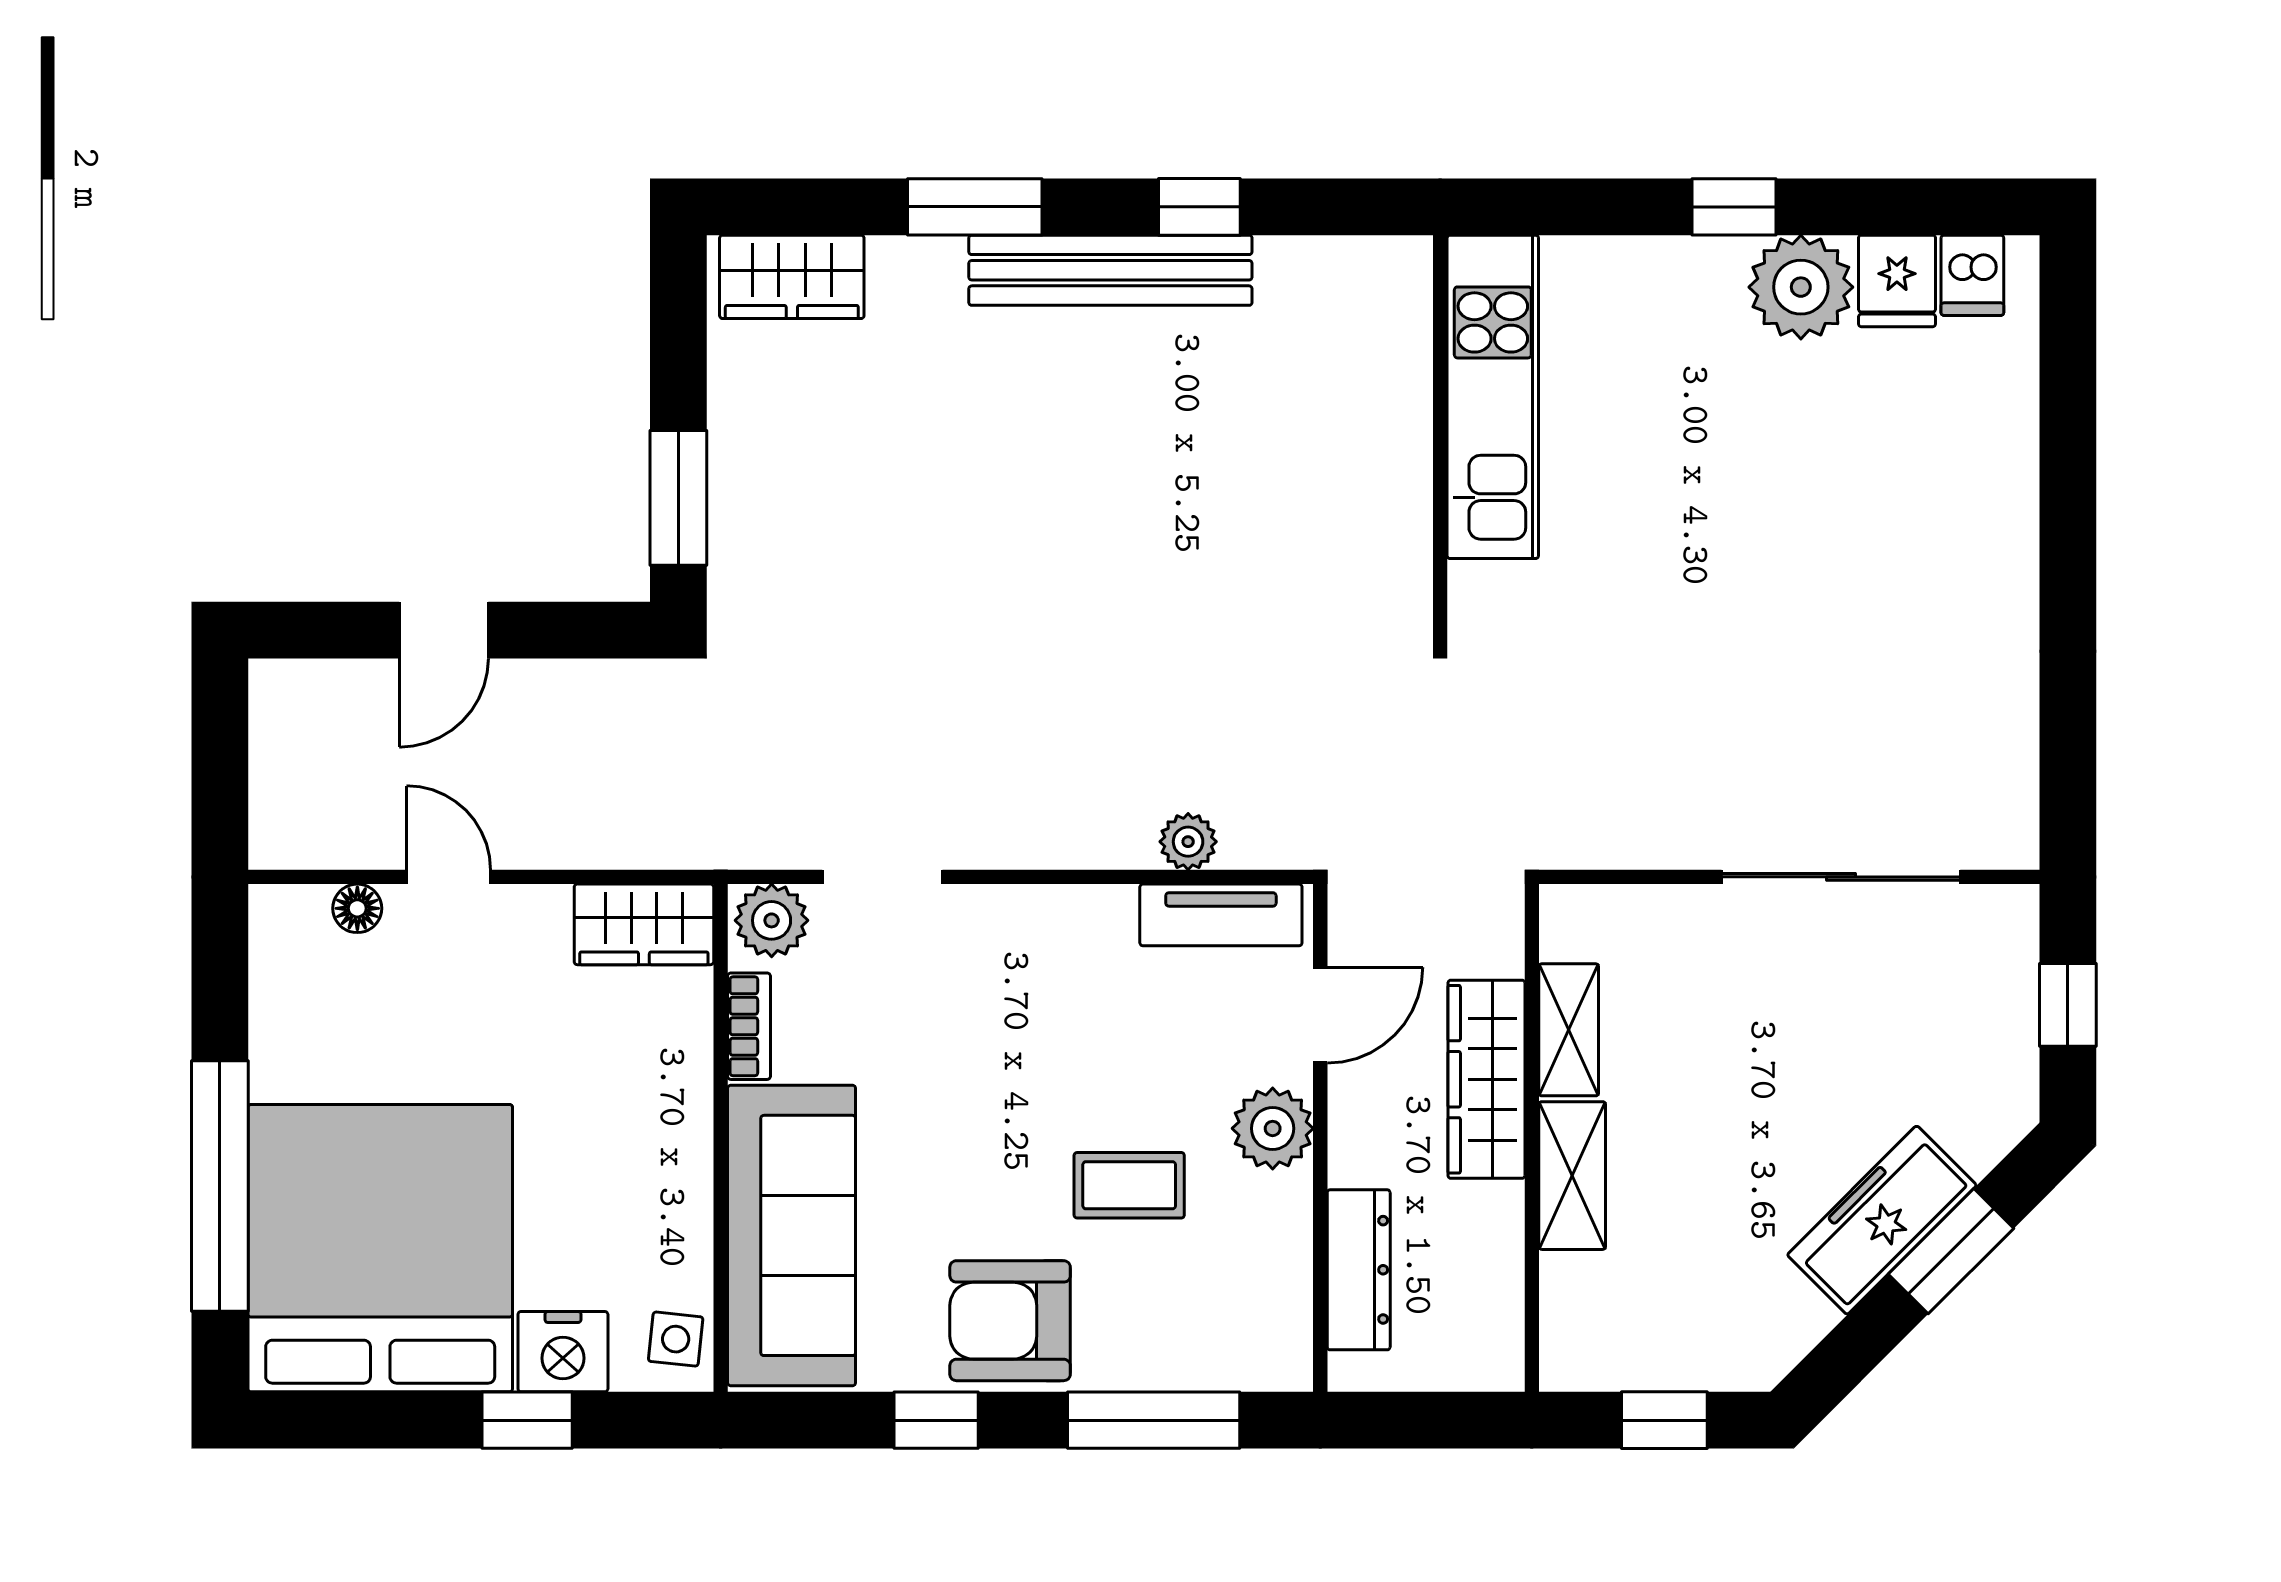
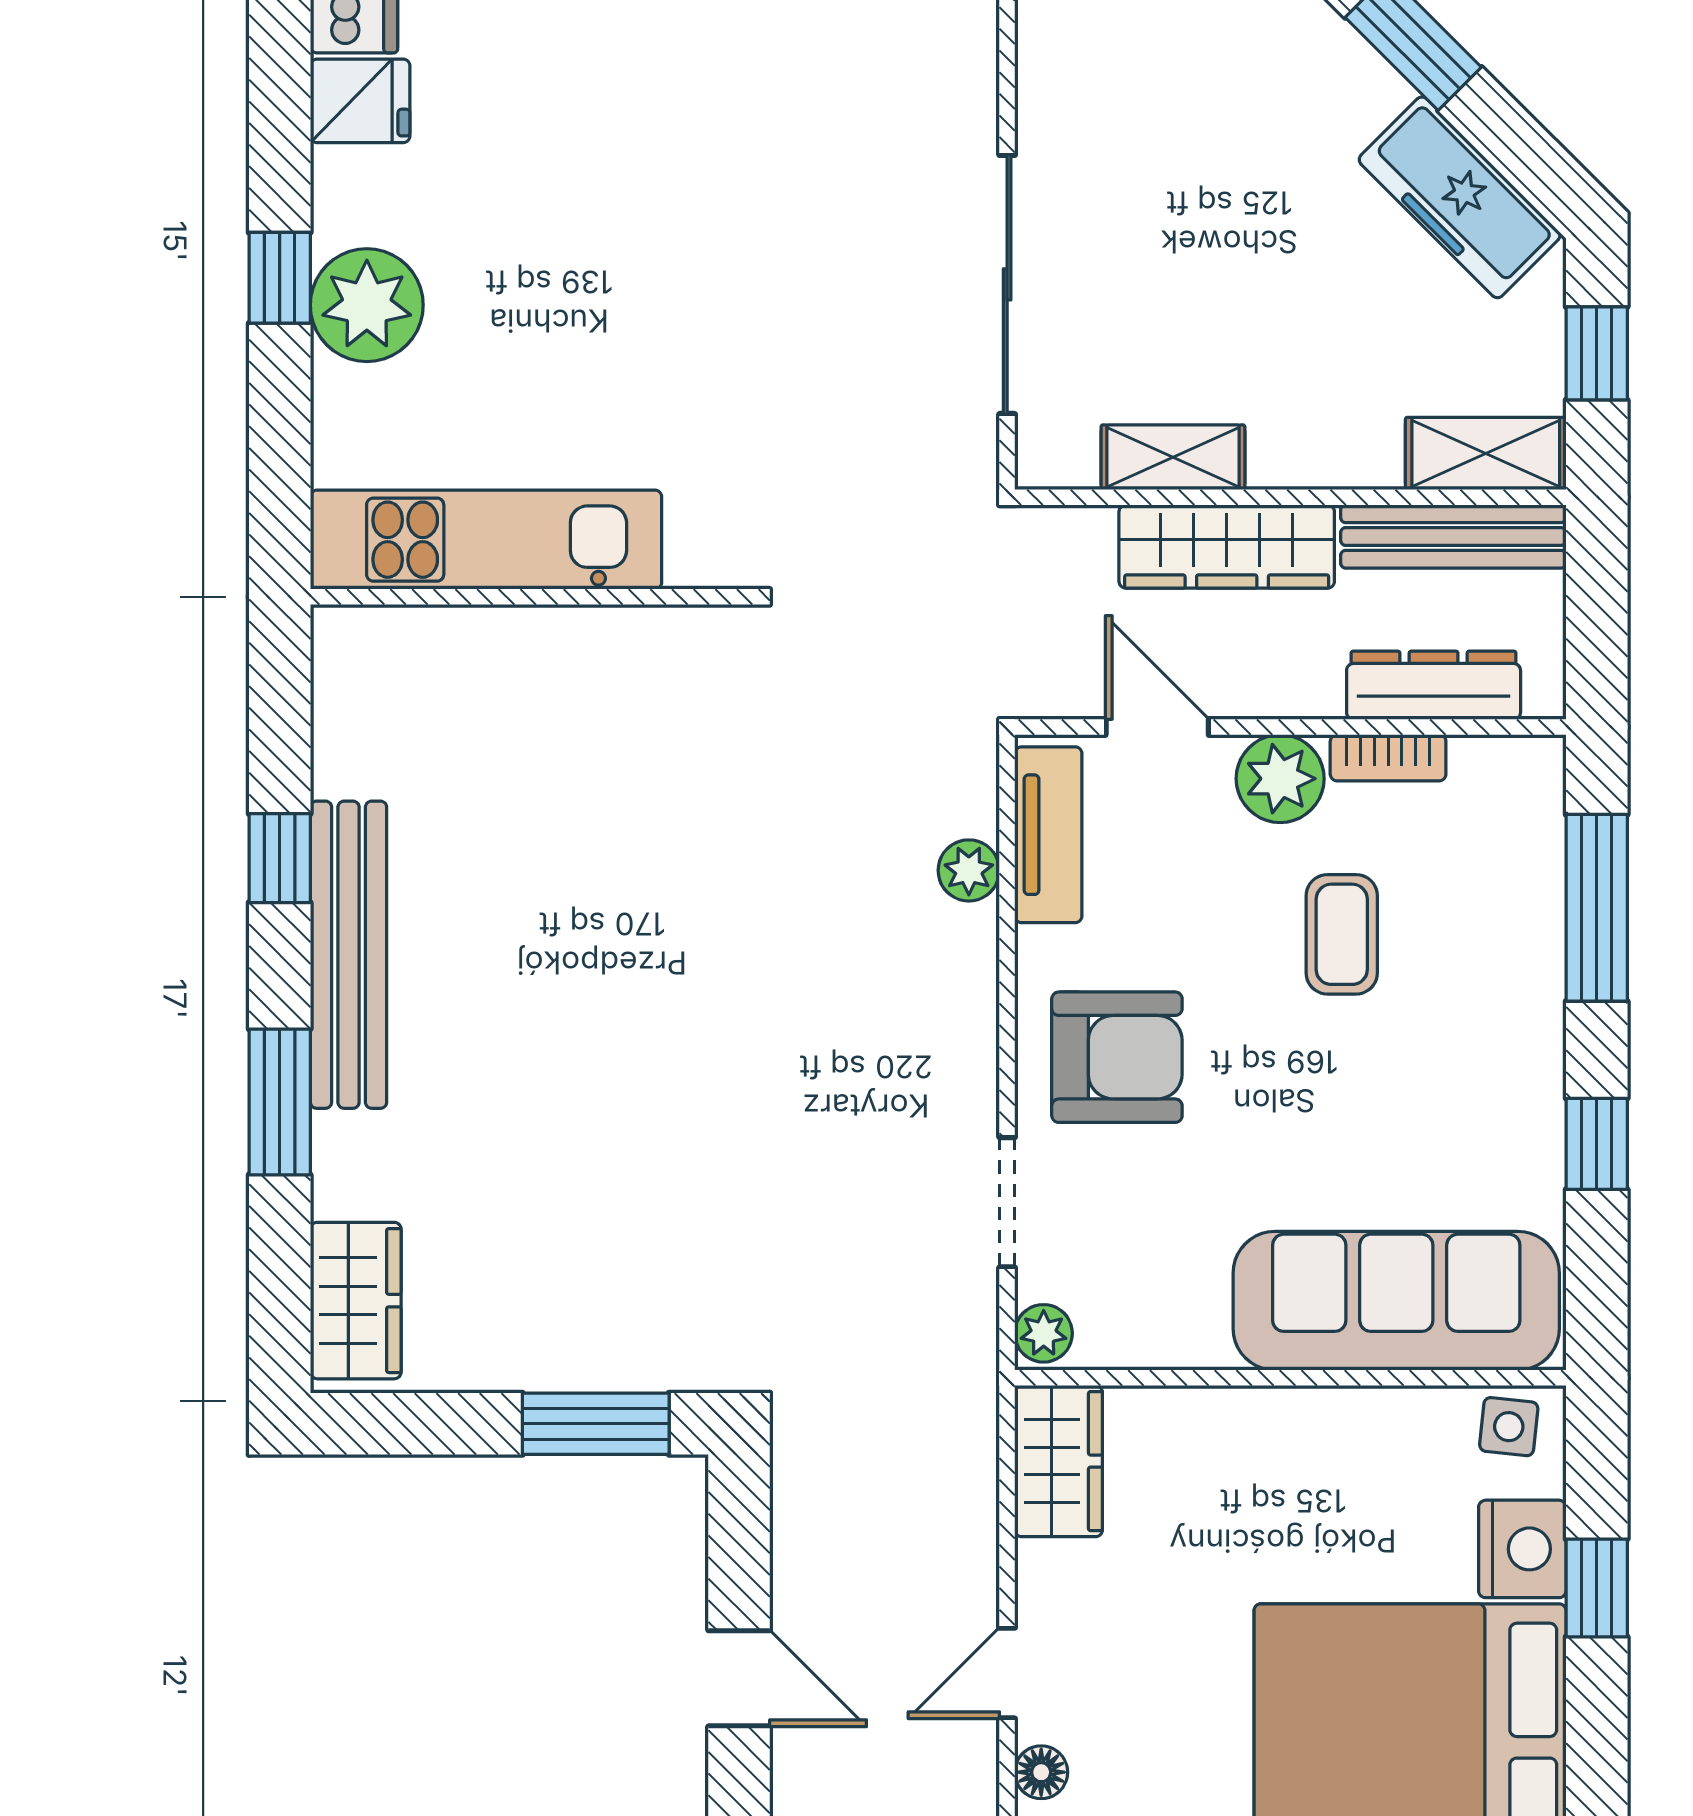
plant: (1801, 287) -> (367, 305), moved
sliding door: (1841, 877) -> (1007, 284), moved
plant: (772, 920) -> (1044, 1333), width x0.73, depth x0.73
bookcase: (749, 1026) -> (1388, 758), moved, turned 180
shelving: (1572, 1176) -> (1486, 453), moved
freezer: (1882, 1220) -> (1460, 197), moved
bench: (1496, 1288) -> (1453, 536), added
armchair: (1010, 1321) -> (1117, 1057), moved, turned -90

